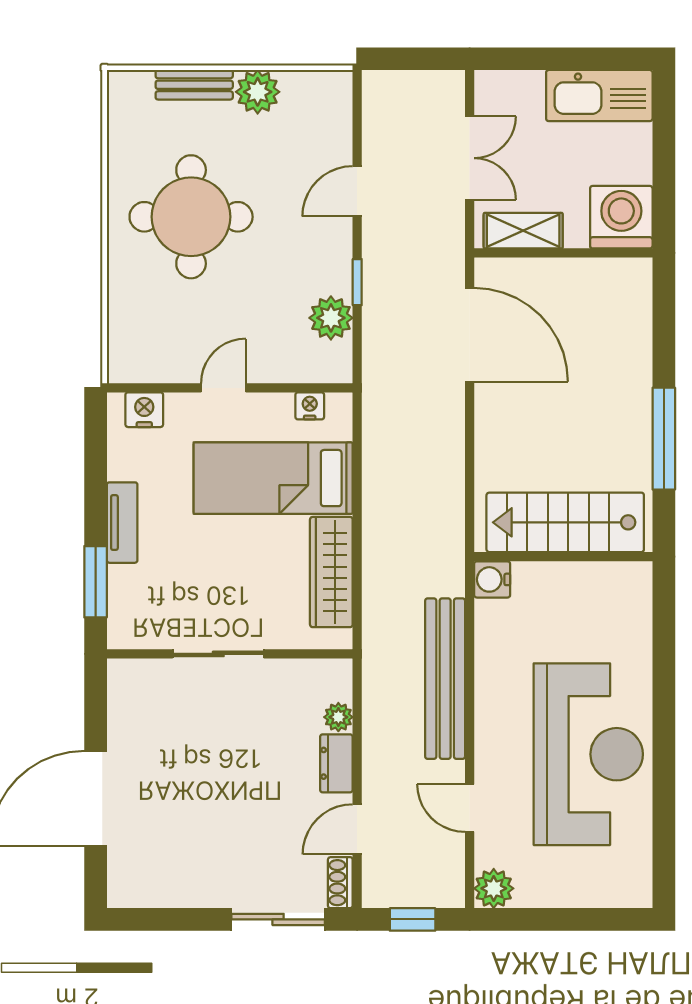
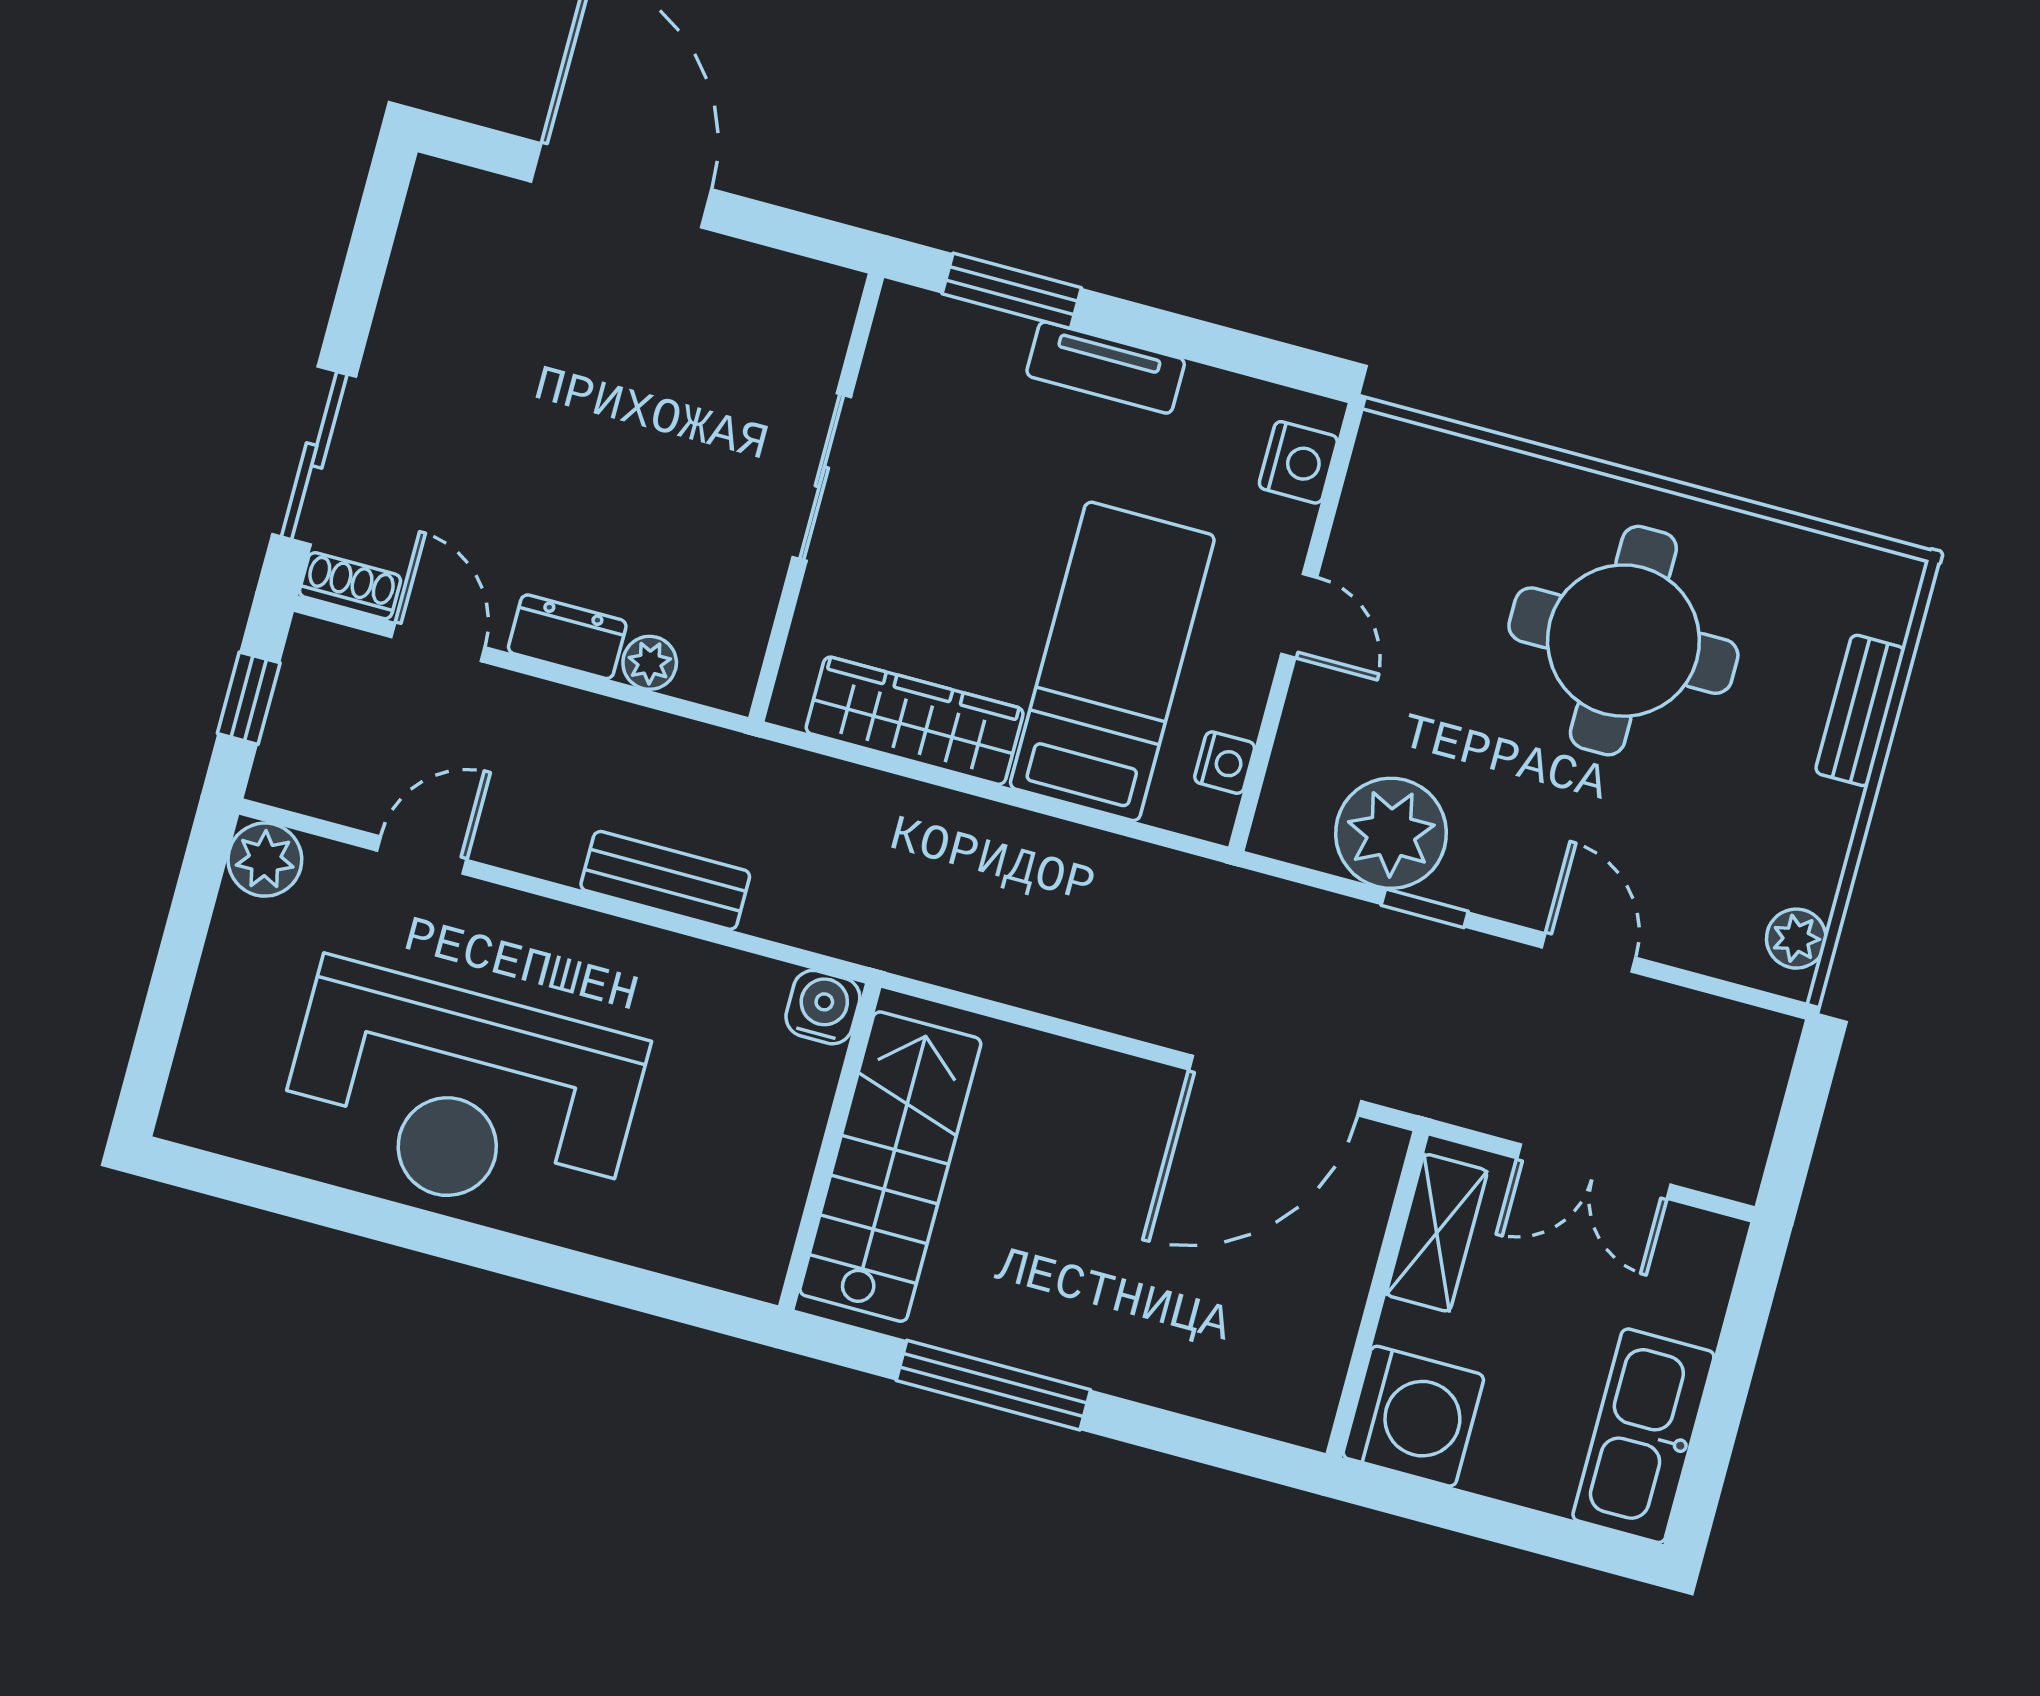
plant: (258, 92) -> (1796, 939), moved, width x0.73, depth x0.73
plant: (331, 318) -> (1391, 833), width x1.36, depth x1.36
bench: (445, 679) -> (665, 880), width x0.54, depth x0.82

